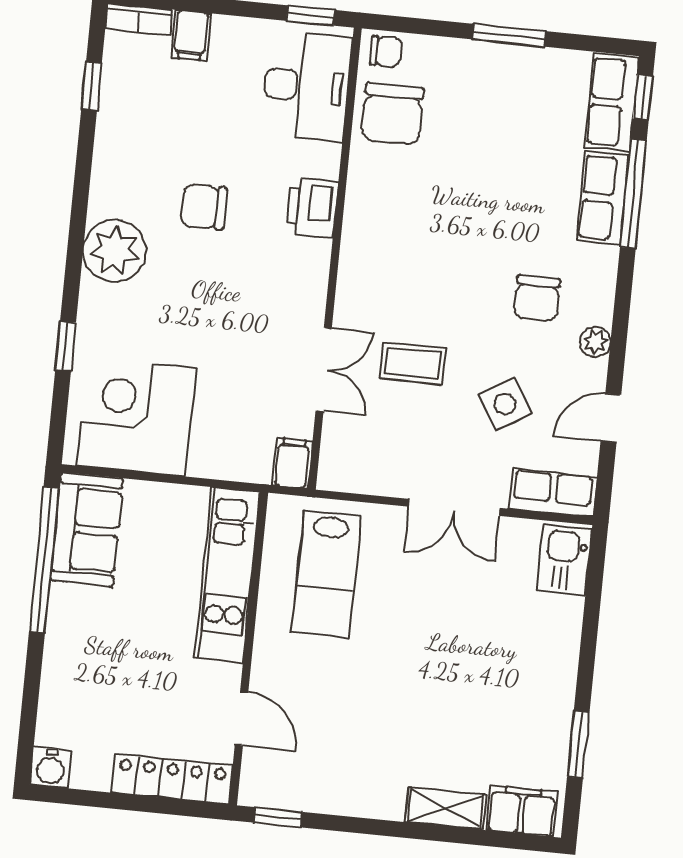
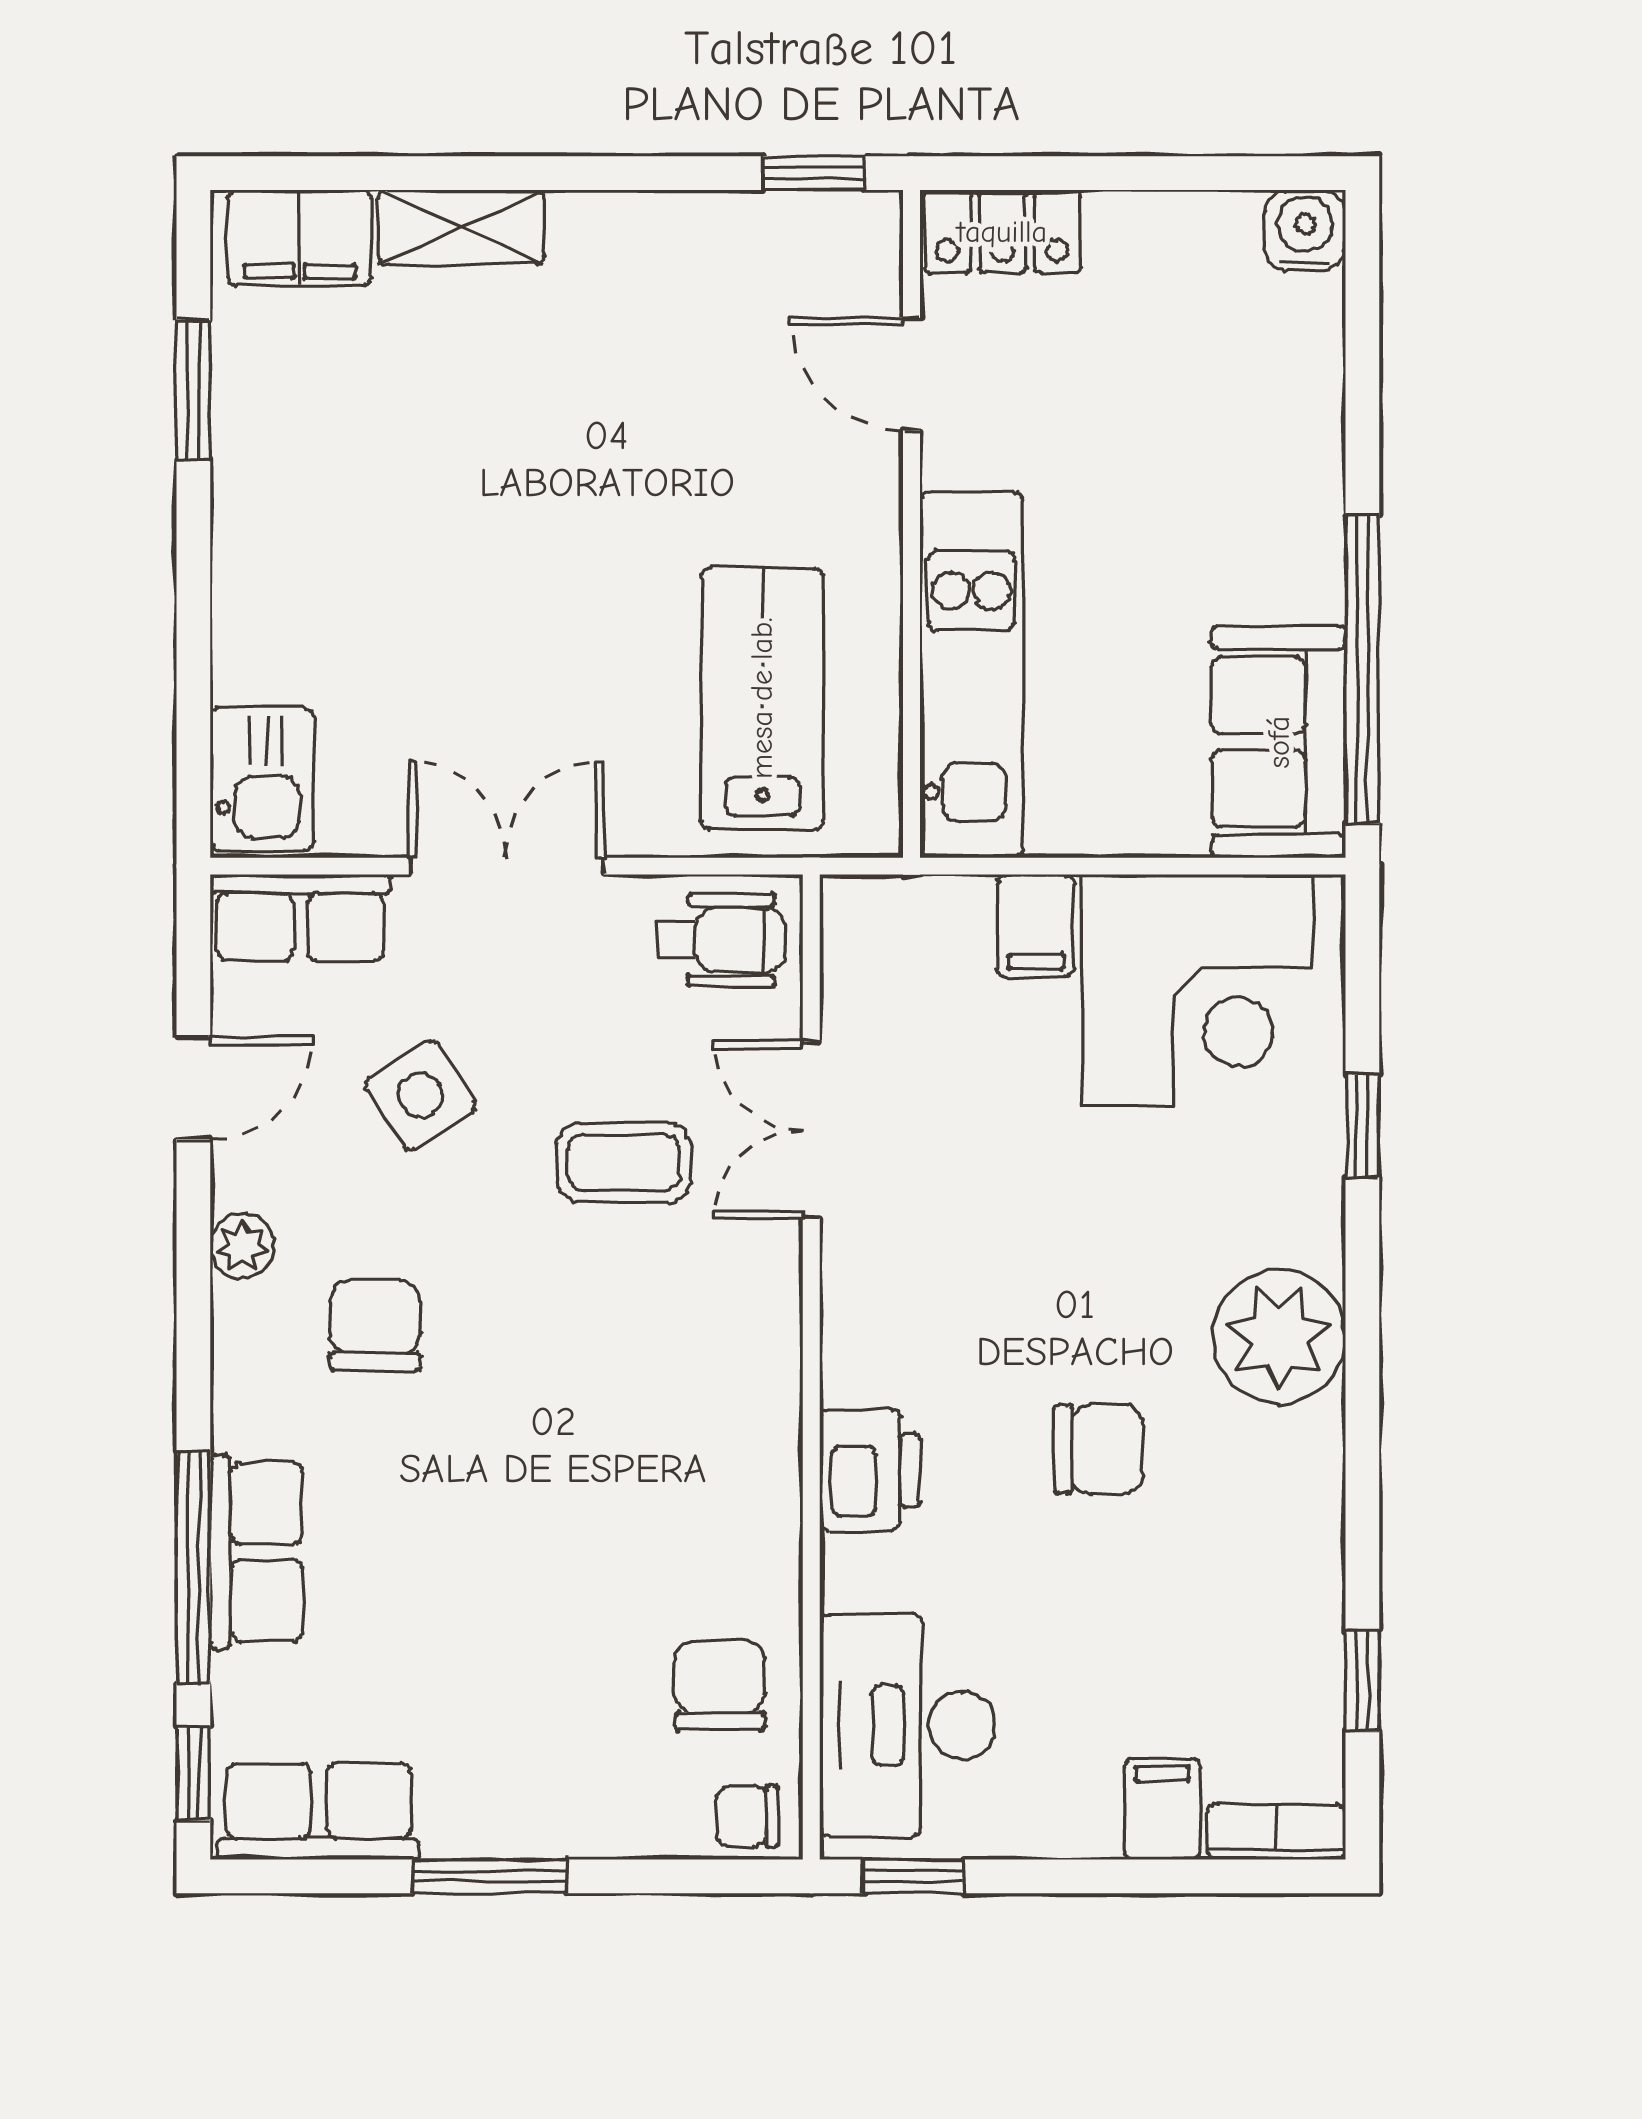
row of seats: (612, 102) -> (319, 1812), moved, turned -90
chair: (392, 114) -> (720, 1685), width x0.73, depth x0.73
filing cabinet: (292, 463) -> (1036, 926), moved
wheelchair: (357, 463) -> (721, 940), added
locker: (172, 779) -> (1002, 232), width x0.66

